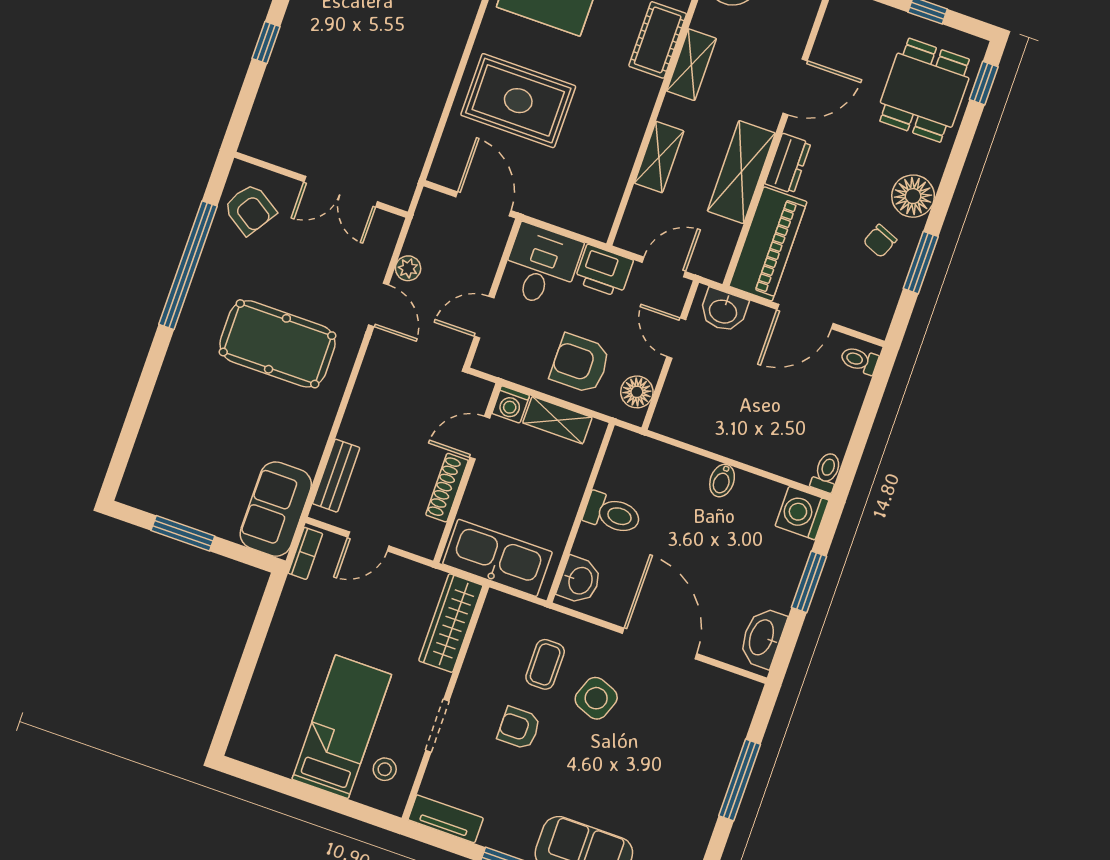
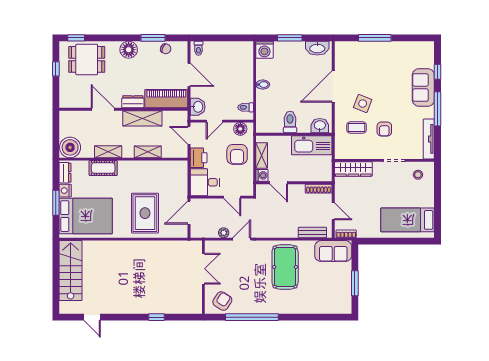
chair: (880, 241) -> (166, 49), moved
pool table: (277, 344) -> (285, 267), moved
toilet: (826, 472) -> (246, 107), moved
shoe rack: (447, 488) -> (319, 189), moved
kitchen sink: (497, 558) -> (312, 145), moved, turned -90
bed: (342, 727) -> (408, 220), moved
tv unit: (446, 819) -> (429, 139), width x1.41

